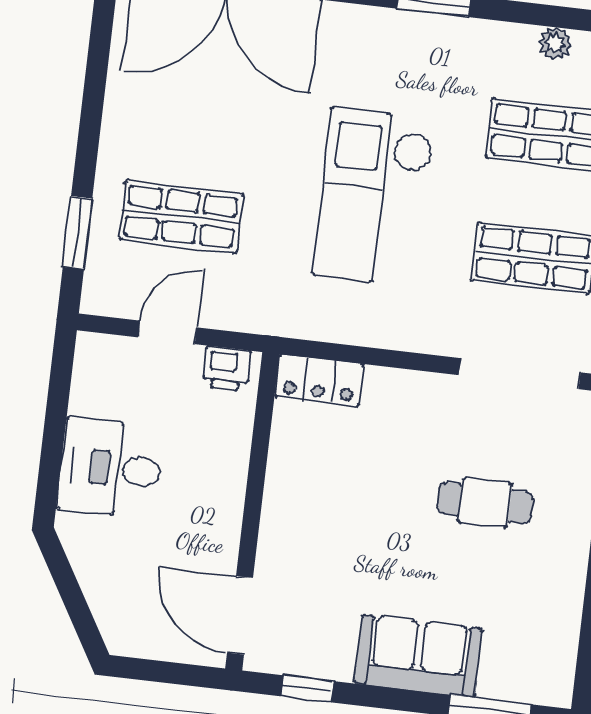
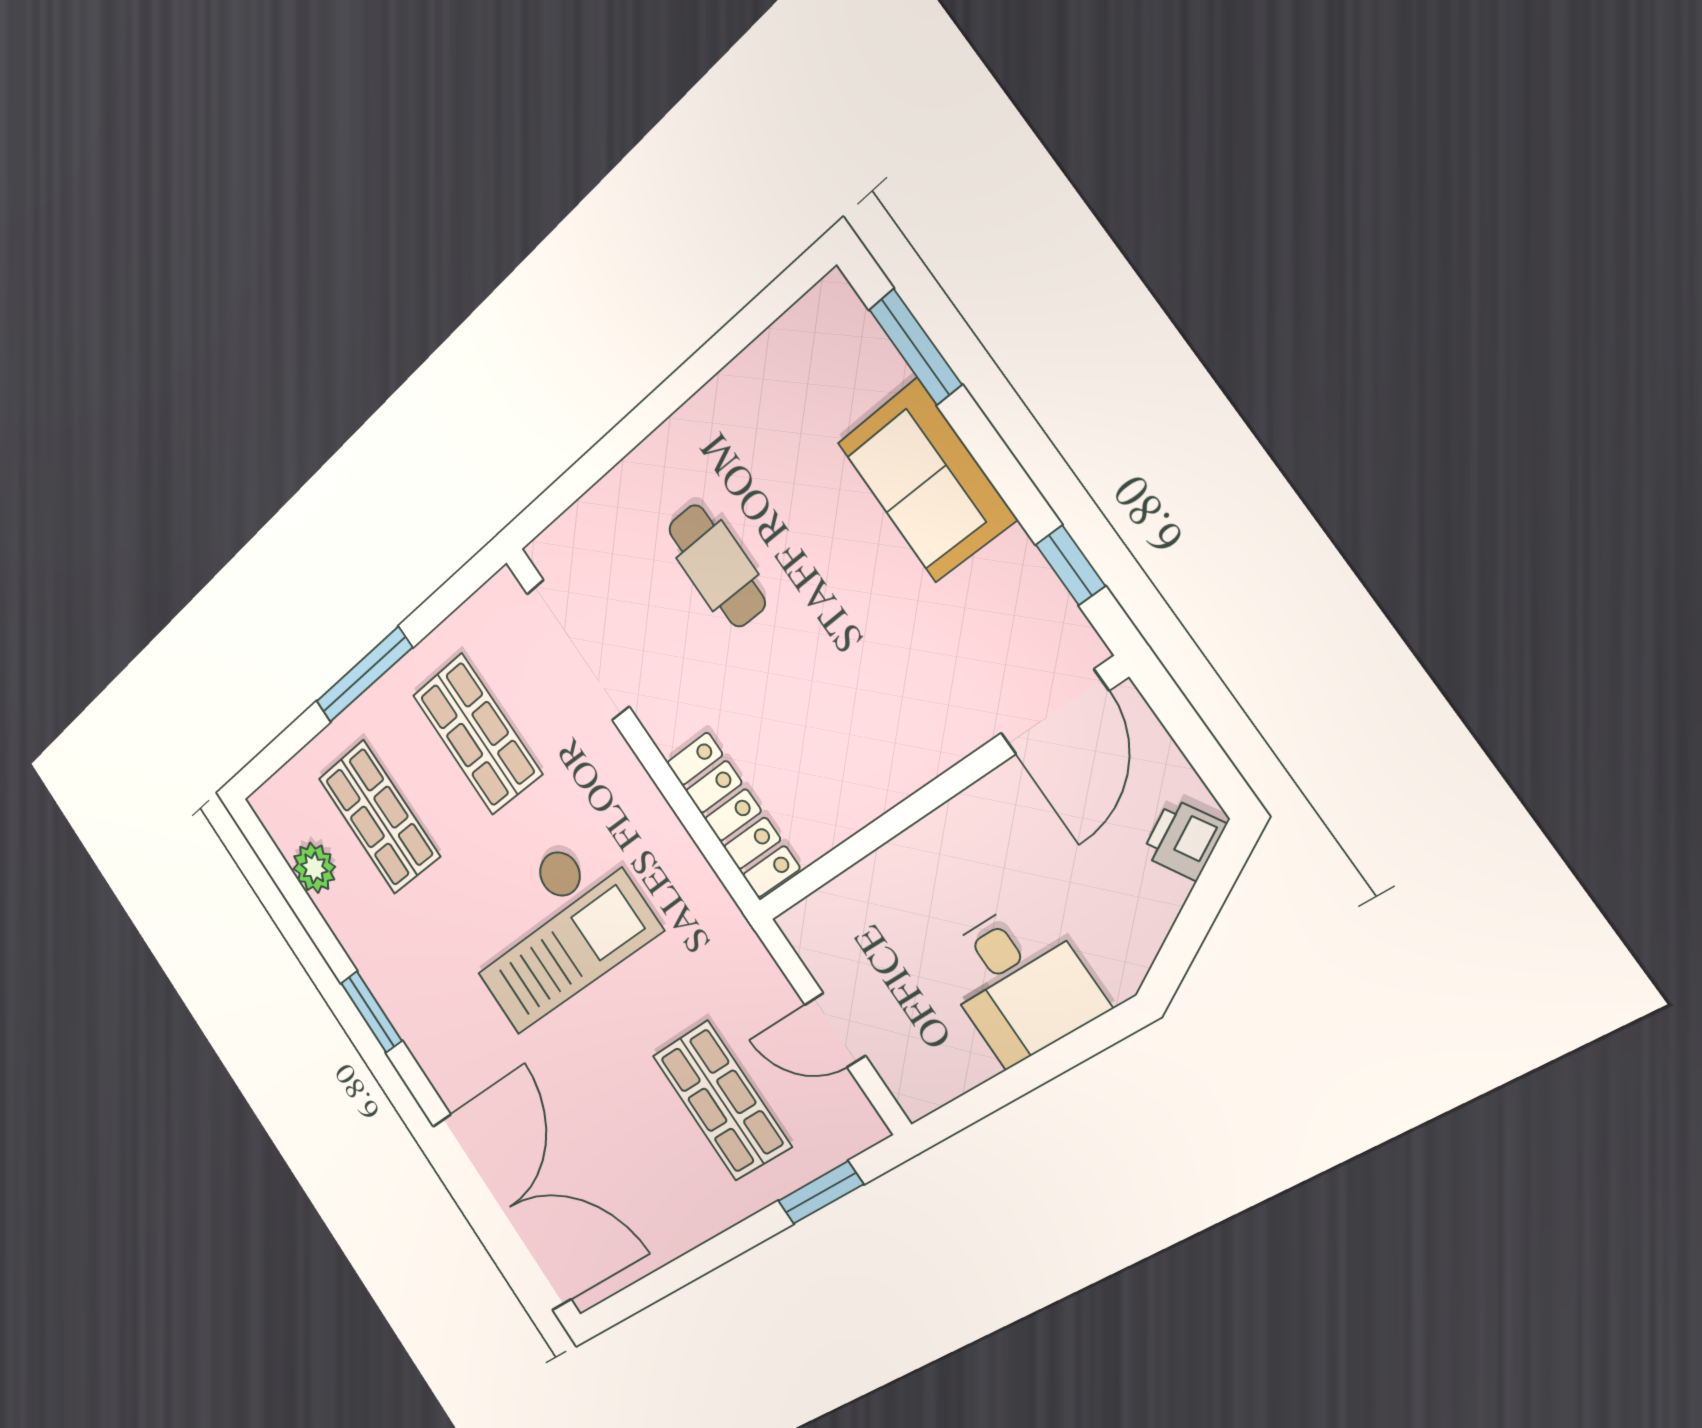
plant: (555, 44) -> (314, 868), width x1.38, depth x1.38
printer: (227, 368) -> (1184, 840), moved, turned -120
locker: (319, 380) -> (733, 815), width x1.53

